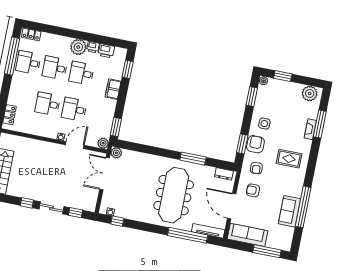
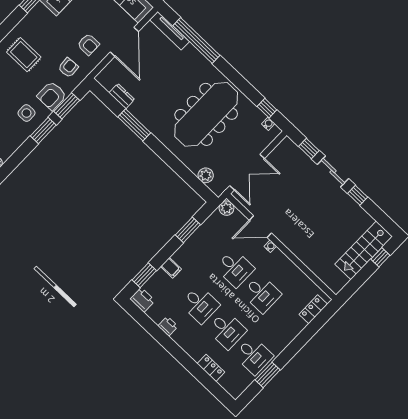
locker: (31, 34) -> (211, 368), moved
plant: (78, 47) -> (185, 337), removed
printer: (106, 51) -> (142, 300), moved
window: (12, 56) -> (268, 375), width x0.47
filing cabinet: (113, 89) -> (171, 268), width x0.50
window: (252, 97) -> (43, 130), moved
window: (116, 127) -> (188, 230), moved
plant: (116, 153) -> (206, 175), moved
dresser: (224, 174) -> (122, 96), moved
meeting table: (174, 195) -> (206, 114), moved

